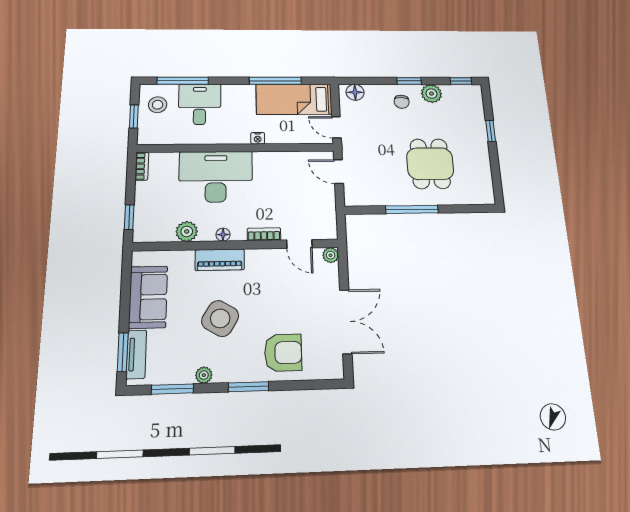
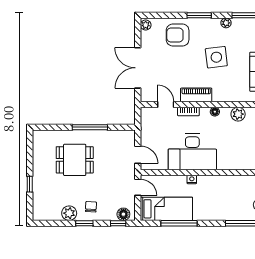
window: (461, 81) -> (118, 223), moved
desk: (200, 104) -> (231, 205), removed
dining table: (430, 164) -> (75, 160), turned 90
desk: (216, 177) -> (192, 152), moved
plant: (331, 255) -> (146, 25), moved
piano: (220, 260) -> (196, 95), moved
side table: (220, 318) -> (216, 57), turned -38
double door: (346, 322) -> (138, 68), moved

